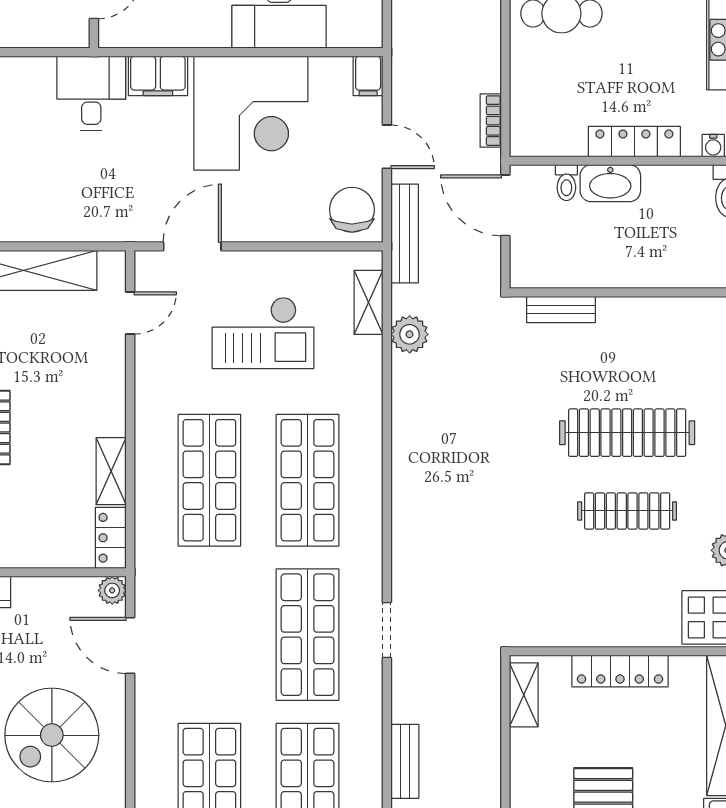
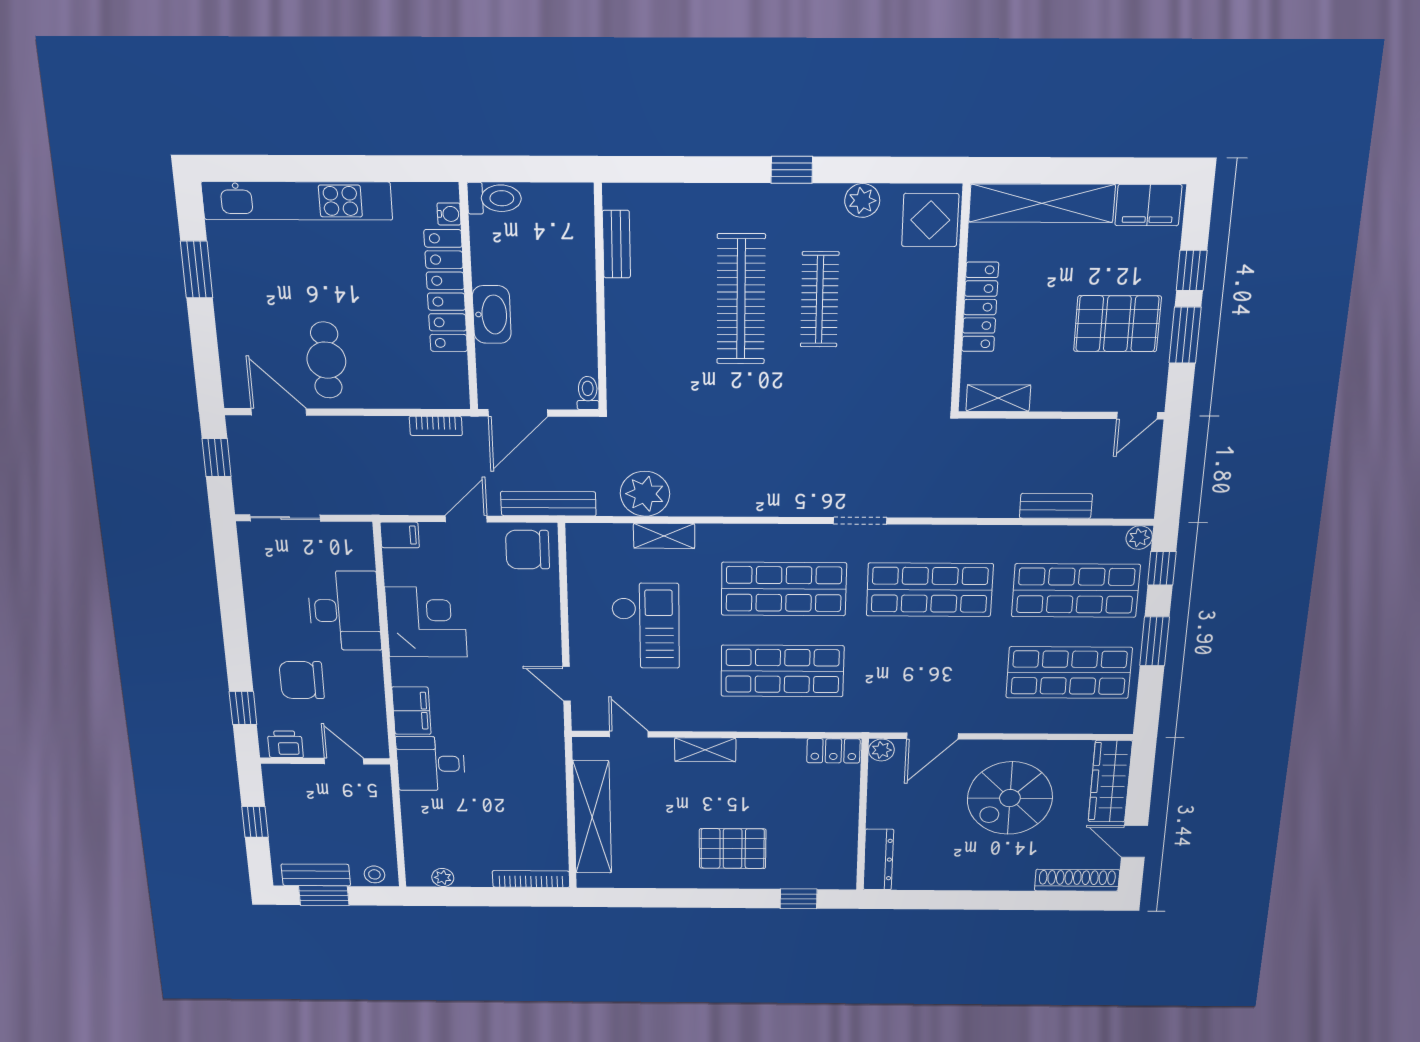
corner desk: (251, 113) -> (426, 622), width x0.74, depth x0.74
locker: (634, 142) -> (446, 291), width x1.41, depth x1.21
toilet: (566, 183) -> (588, 393), moved, turned -90
door: (192, 246) -> (567, 684), width x0.73
shelving: (368, 302) -> (664, 536), moved
bench: (561, 310) -> (616, 244), moved
plant: (410, 334) -> (645, 494), width x1.36, depth x1.36
shelving: (111, 471) -> (705, 750), moved
doorway: (387, 630) -> (860, 521), moved
spiral stairs: (52, 735) -> (1010, 798), turned 90

